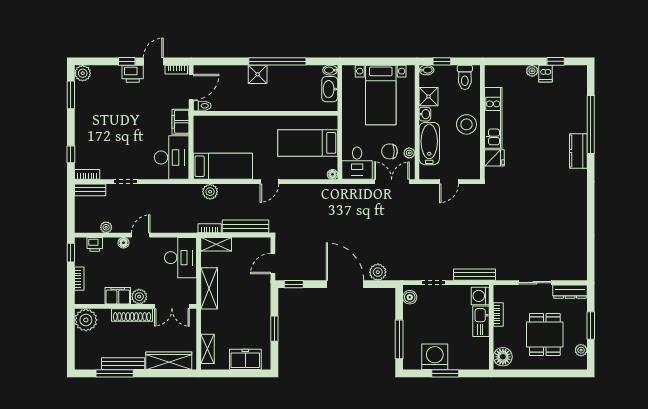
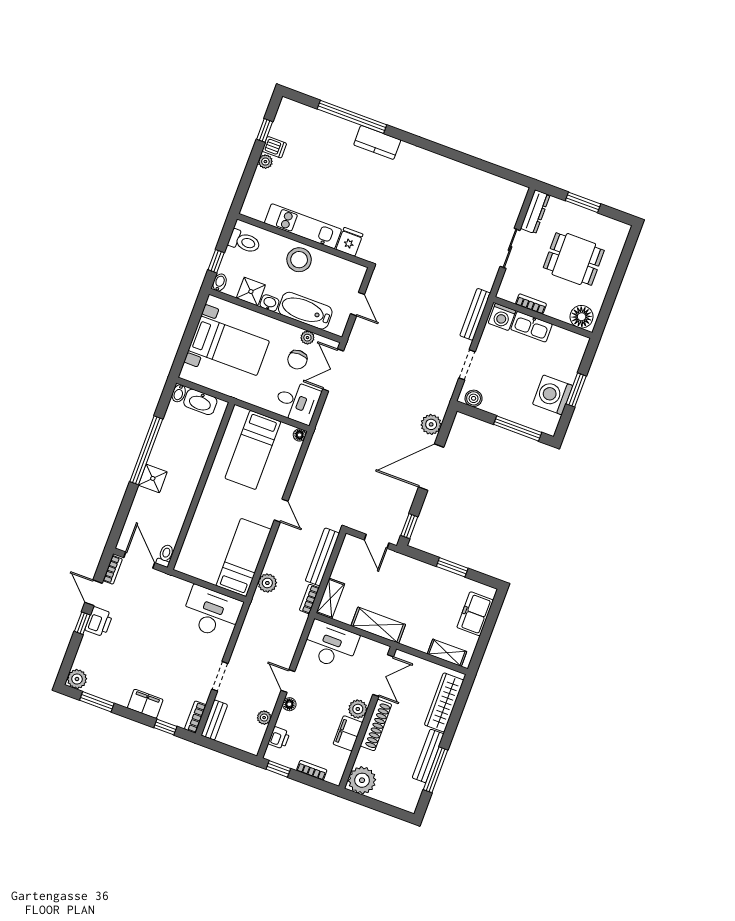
filing cabinet: (181, 122) -> (145, 704), moved, turned 180
plant: (581, 350) -> (607, 224), removed

